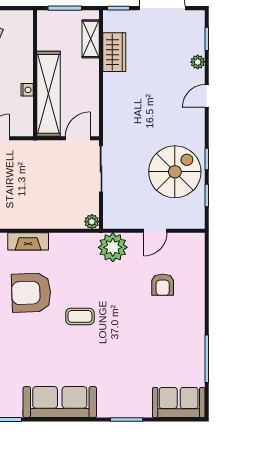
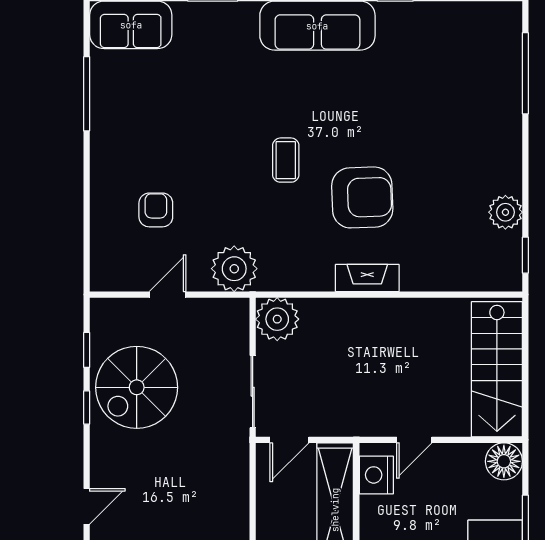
nightstand: (27, 90) -> (376, 475), moved, width x1.89, depth x1.79
plant: (92, 222) -> (277, 319), width x1.87, depth x1.87
coffee table: (80, 316) -> (286, 160), turned 90

